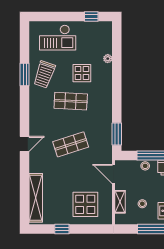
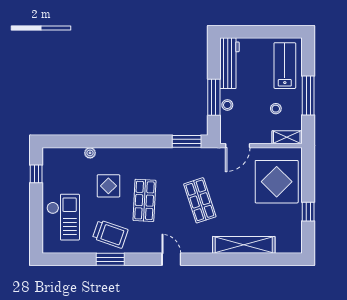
door: (25, 144) -> (171, 259), moved
shelving: (36, 198) -> (244, 245), moved
shelving: (120, 202) -> (287, 137), moved
display table: (85, 204) -> (277, 182), width x1.36, depth x1.36

